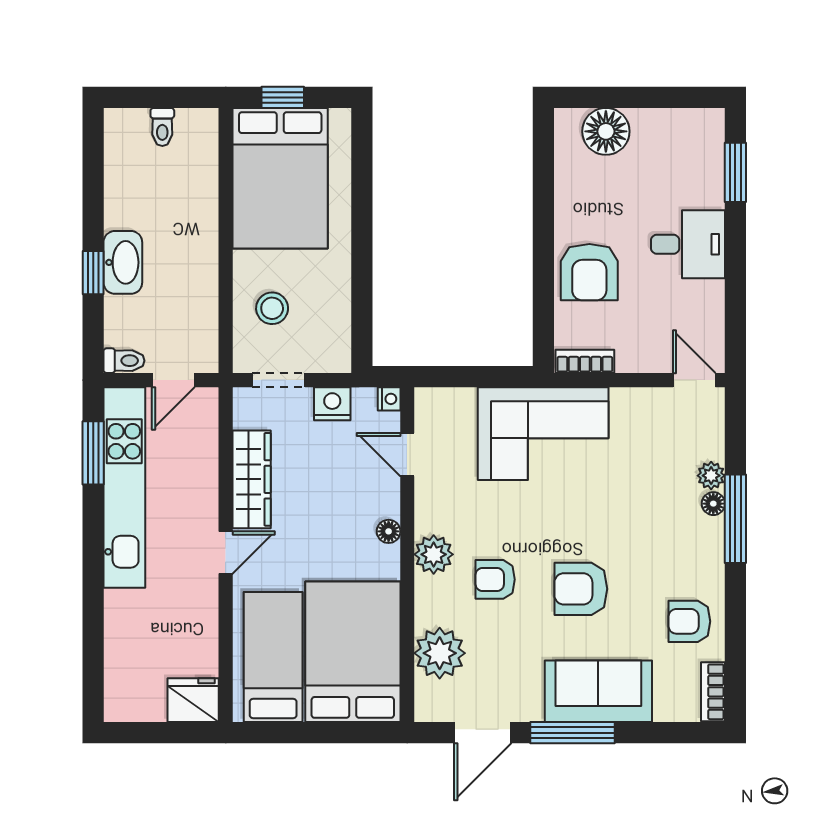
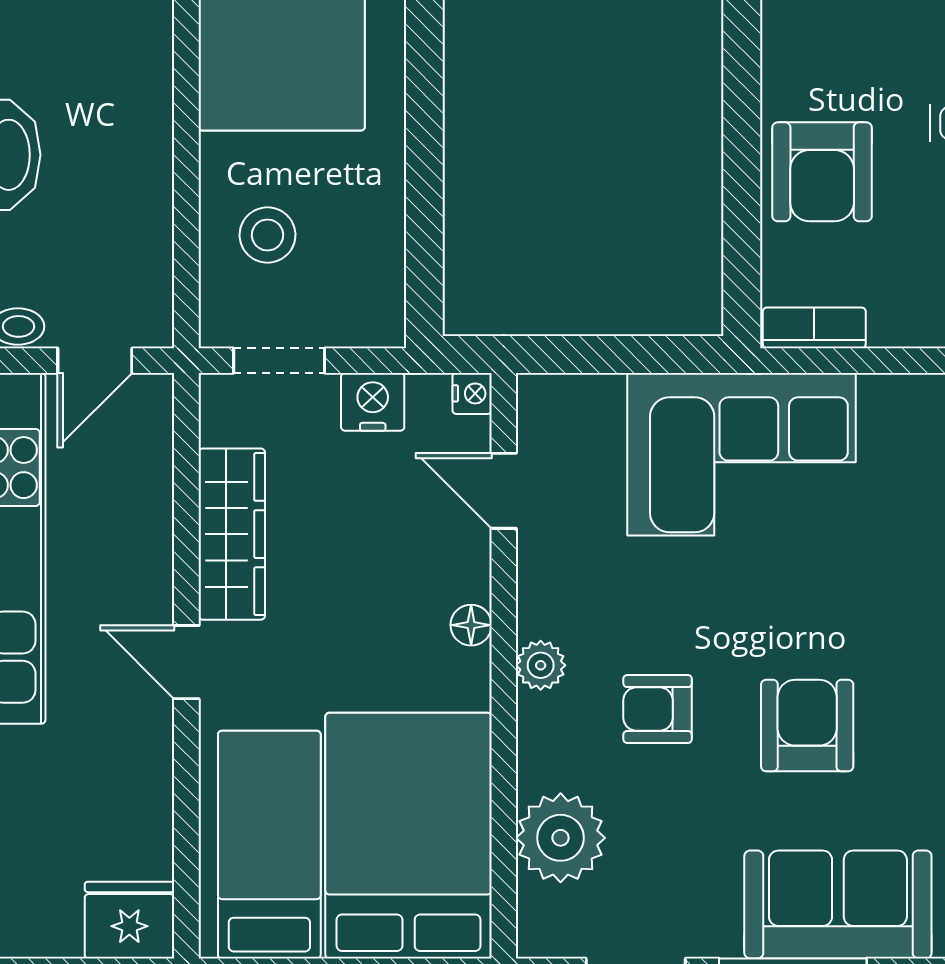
door: (226, 553) -> (186, 662), swing flipped
plant: (434, 554) -> (541, 665), width x0.73, depth x0.73
armchair: (581, 589) -> (807, 726), turned 90

